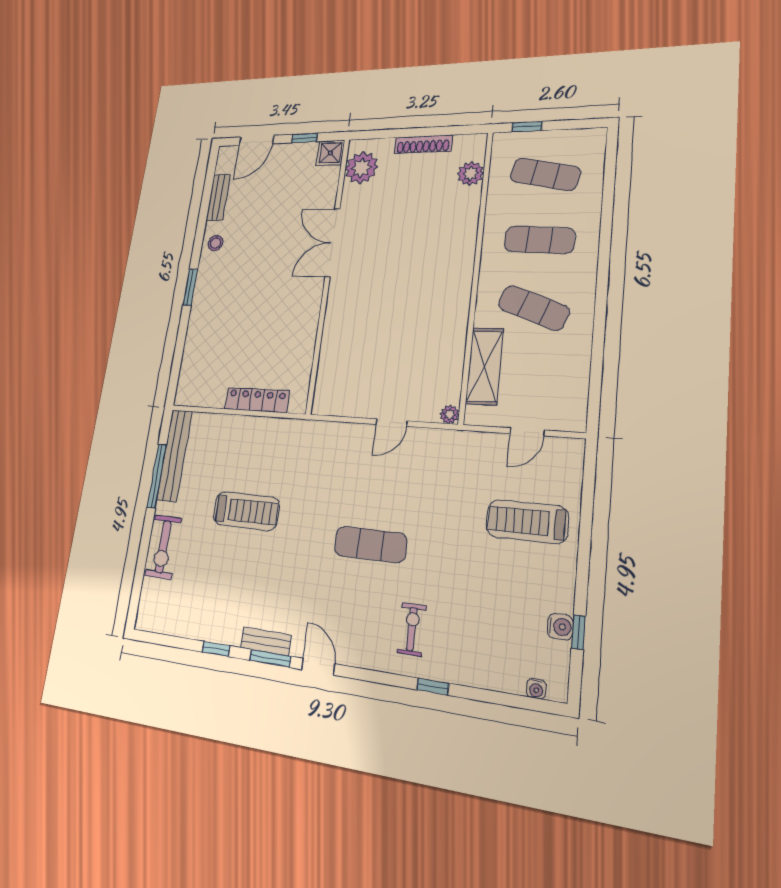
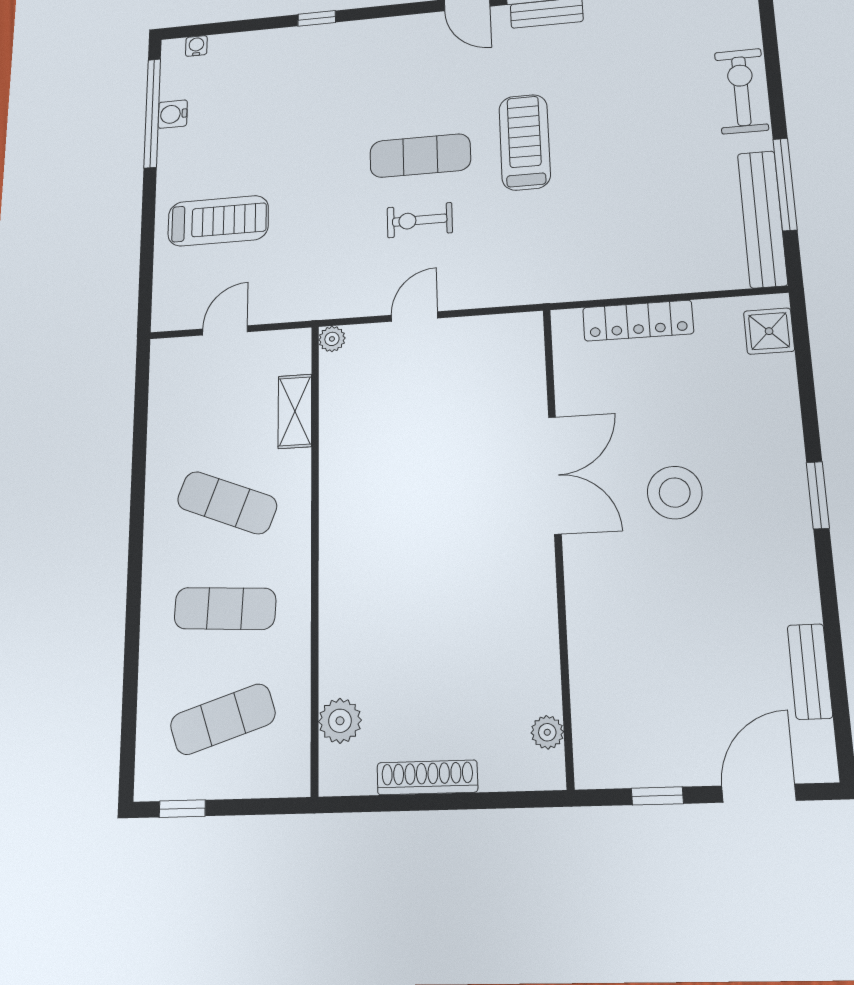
window: (527, 127) -> (182, 809), moved
shower: (330, 153) -> (769, 331), moved
plant: (361, 168) -> (547, 732), width x0.53, depth x0.53
exercise mat: (545, 174) -> (223, 719), turned -30
stool: (215, 243) -> (675, 493), moved, width x1.89, depth x1.89
double door: (332, 243) -> (555, 475), moved
shelving: (485, 366) -> (295, 411), width x0.67, depth x0.75
treadmill: (246, 511) -> (525, 142), moved, turned 90
exercise bike: (412, 629) -> (420, 220), moved, turned 90
window: (578, 632) -> (152, 113), width x3.17

